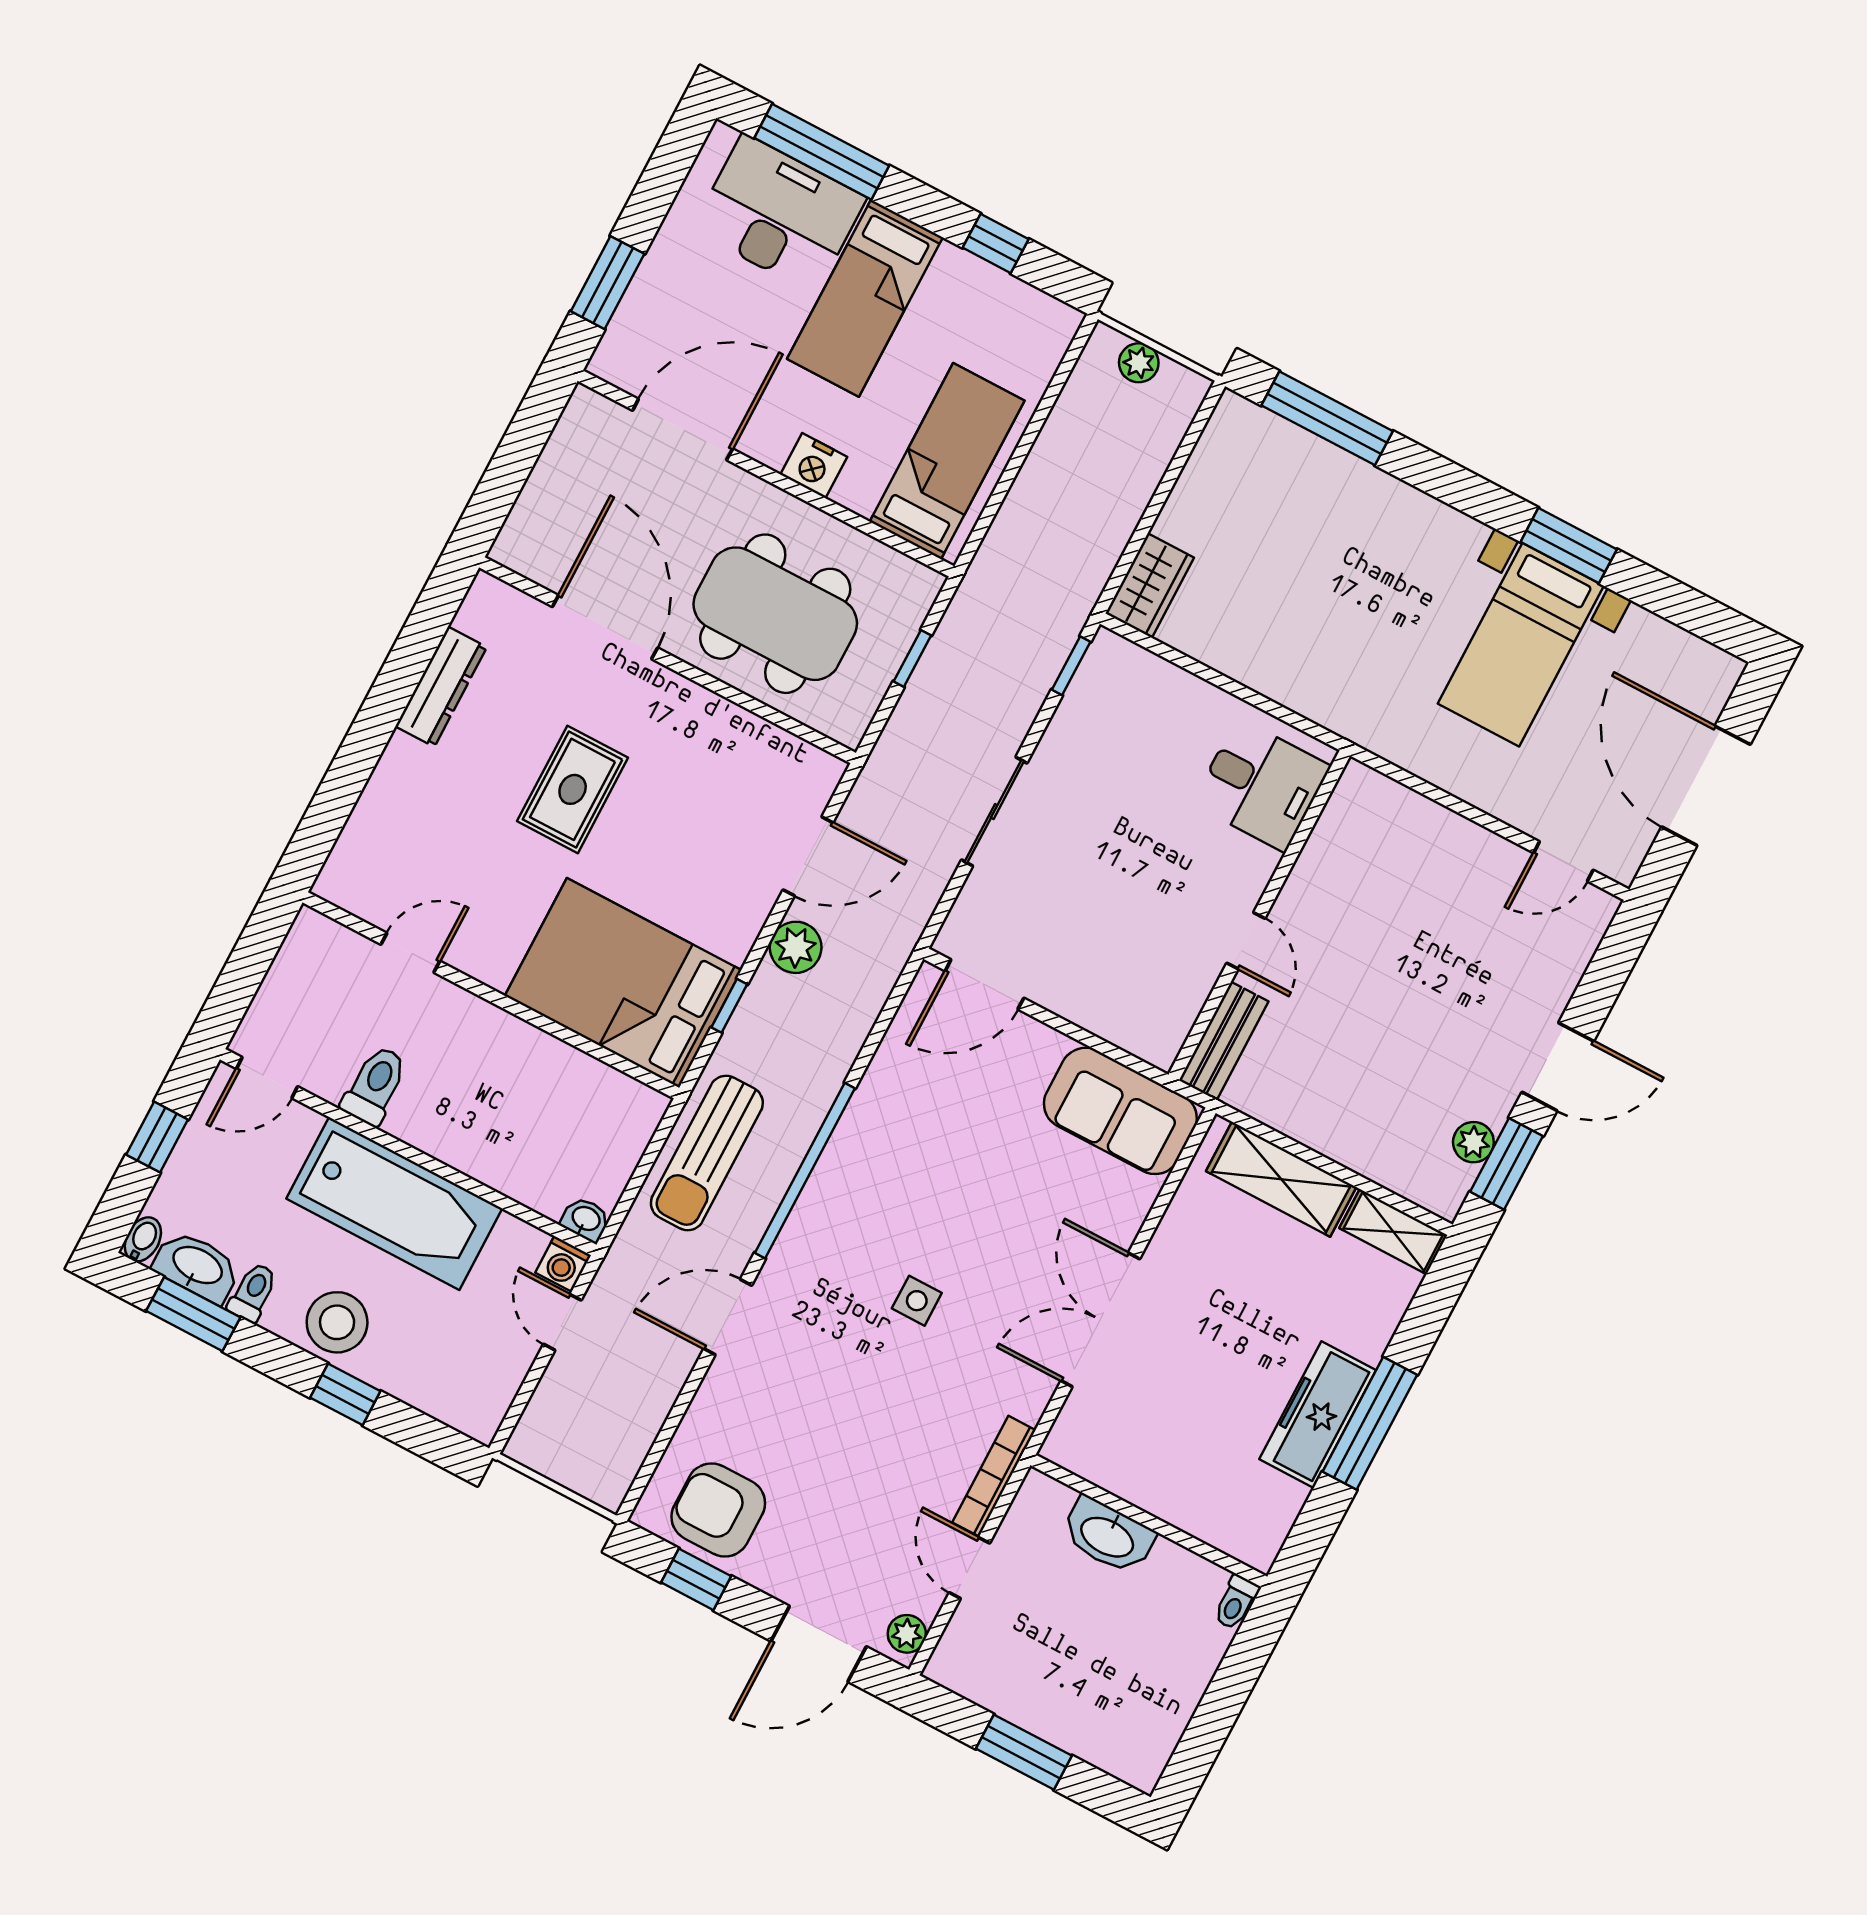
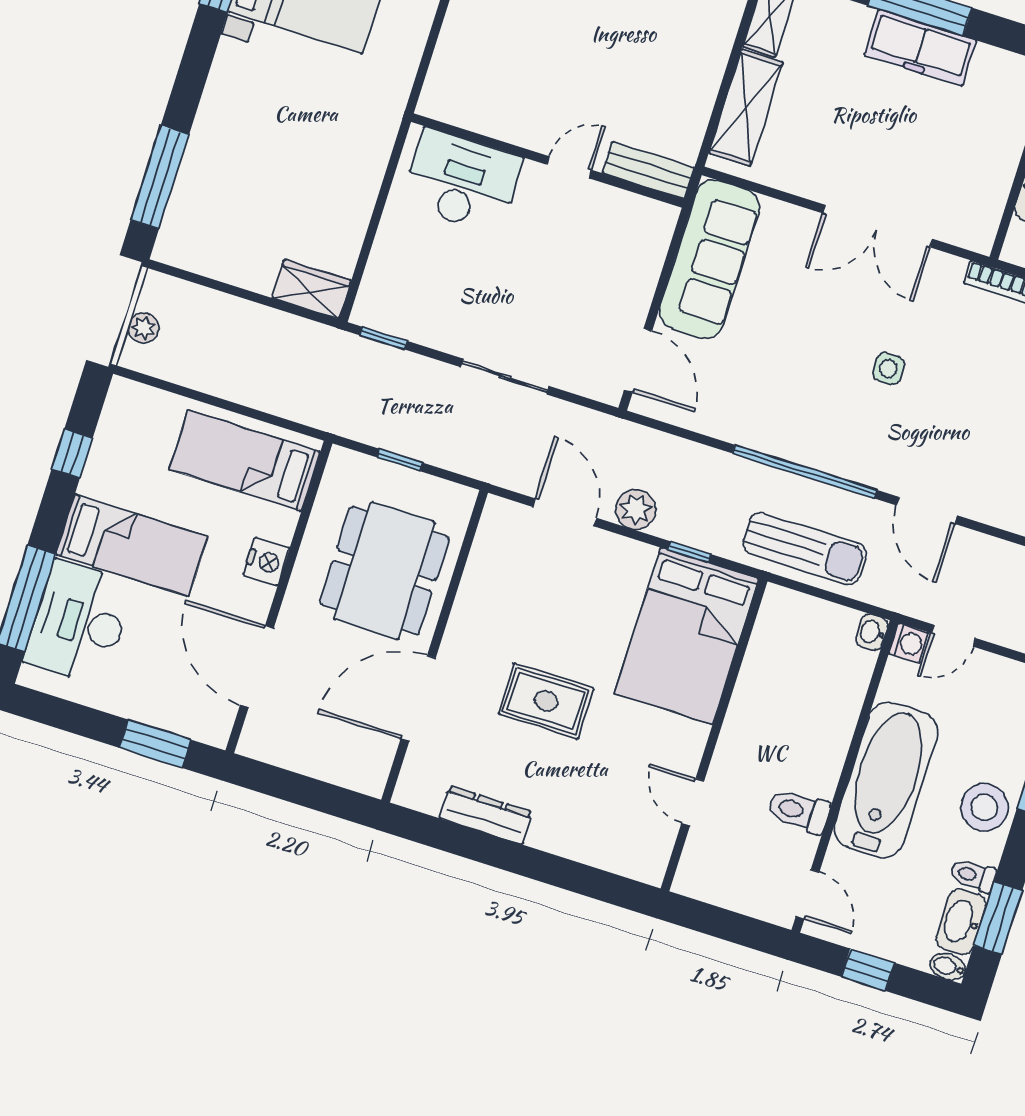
desk: (1261, 785) -> (462, 181), width x1.37
sofa: (1120, 1111) -> (710, 259), width x1.36

